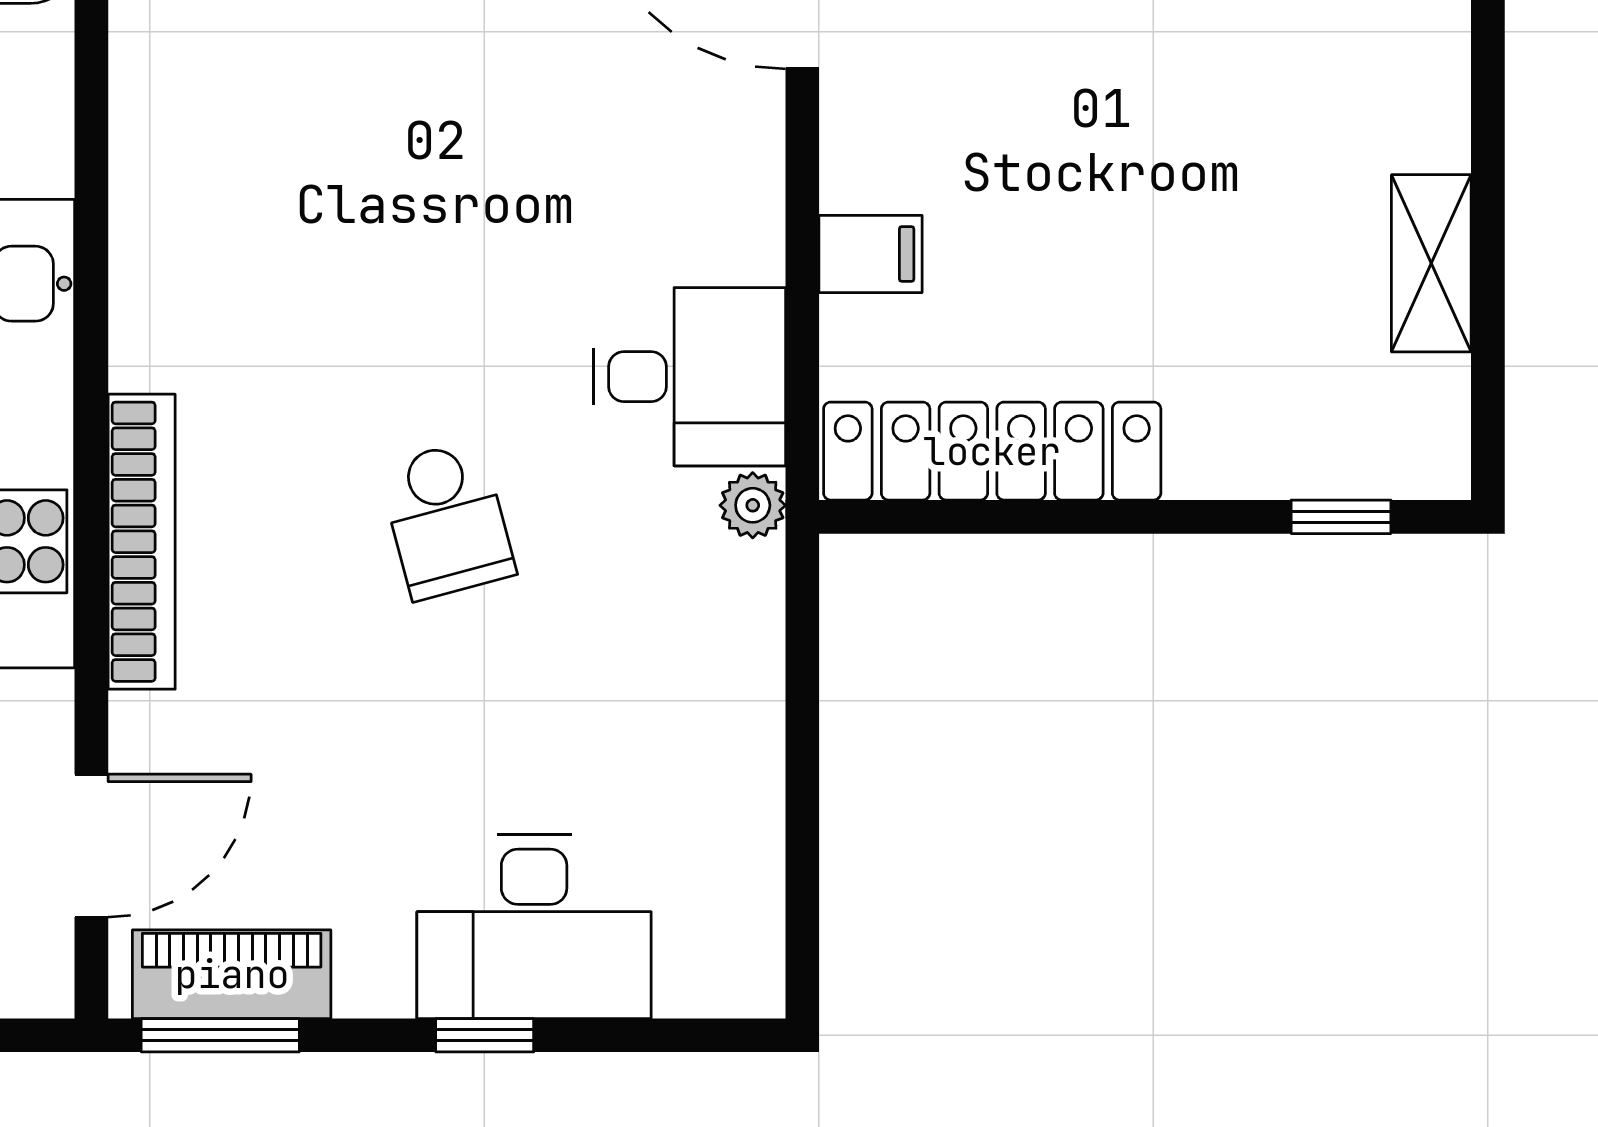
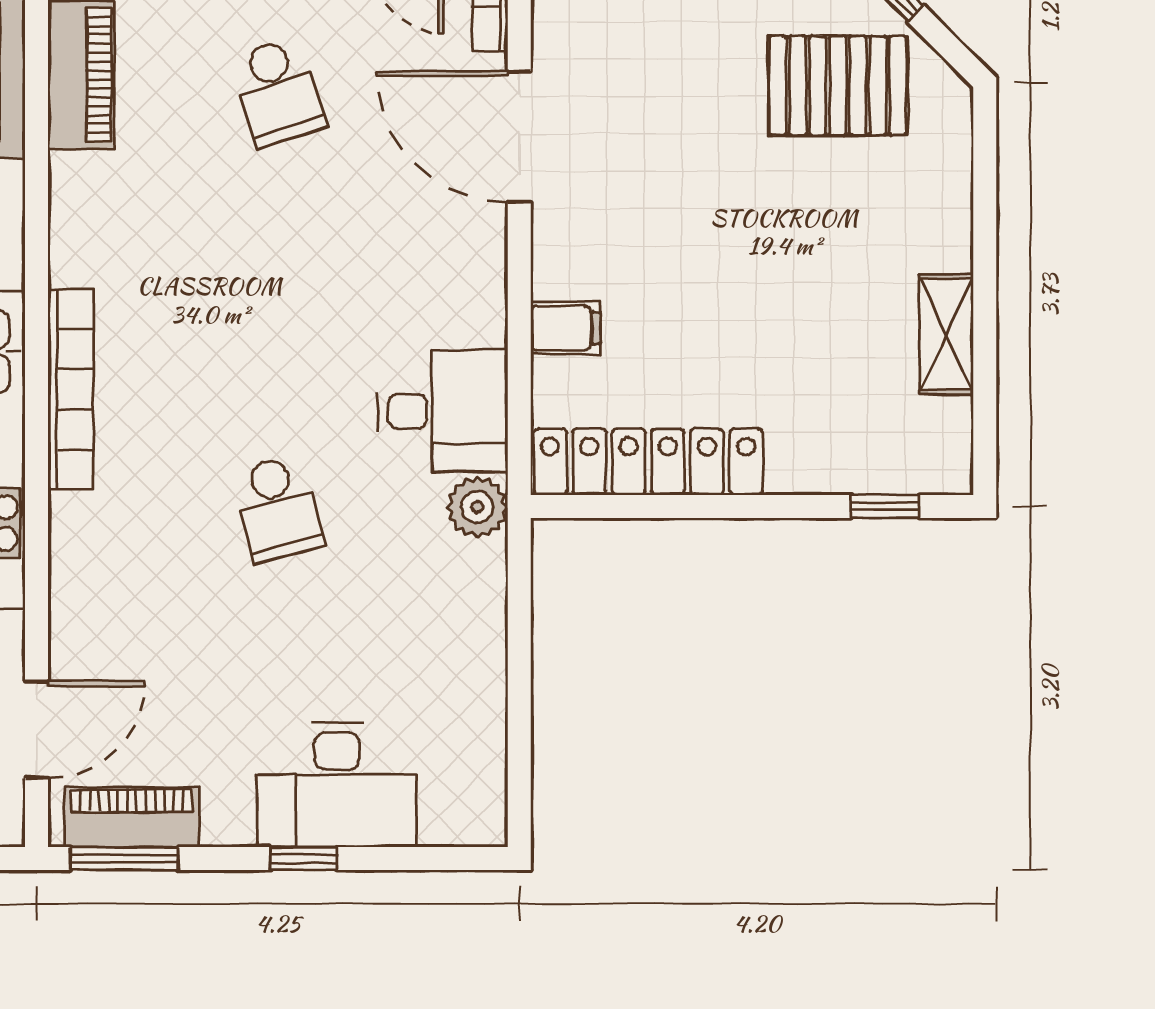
plant: (753, 505) -> (477, 507), width x1.38, depth x1.38
bookcase: (142, 542) -> (71, 389), moved

